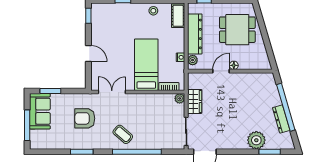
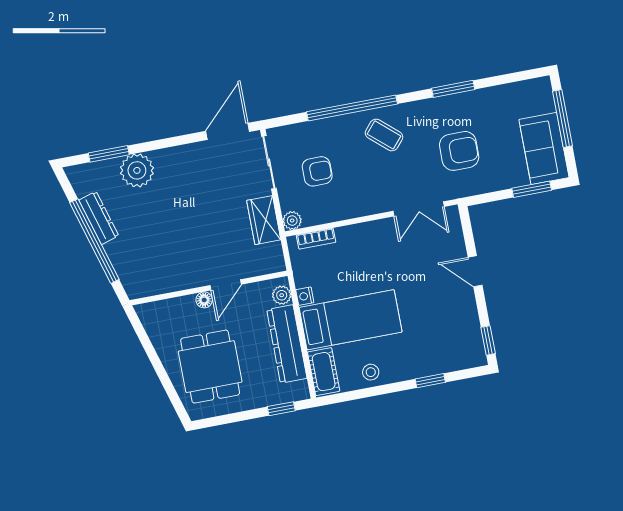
dining table: (237, 30) -> (210, 367), turned 90
bed: (146, 65) -> (351, 320), moved, turned -90
armchair: (162, 122) -> (317, 171), added

